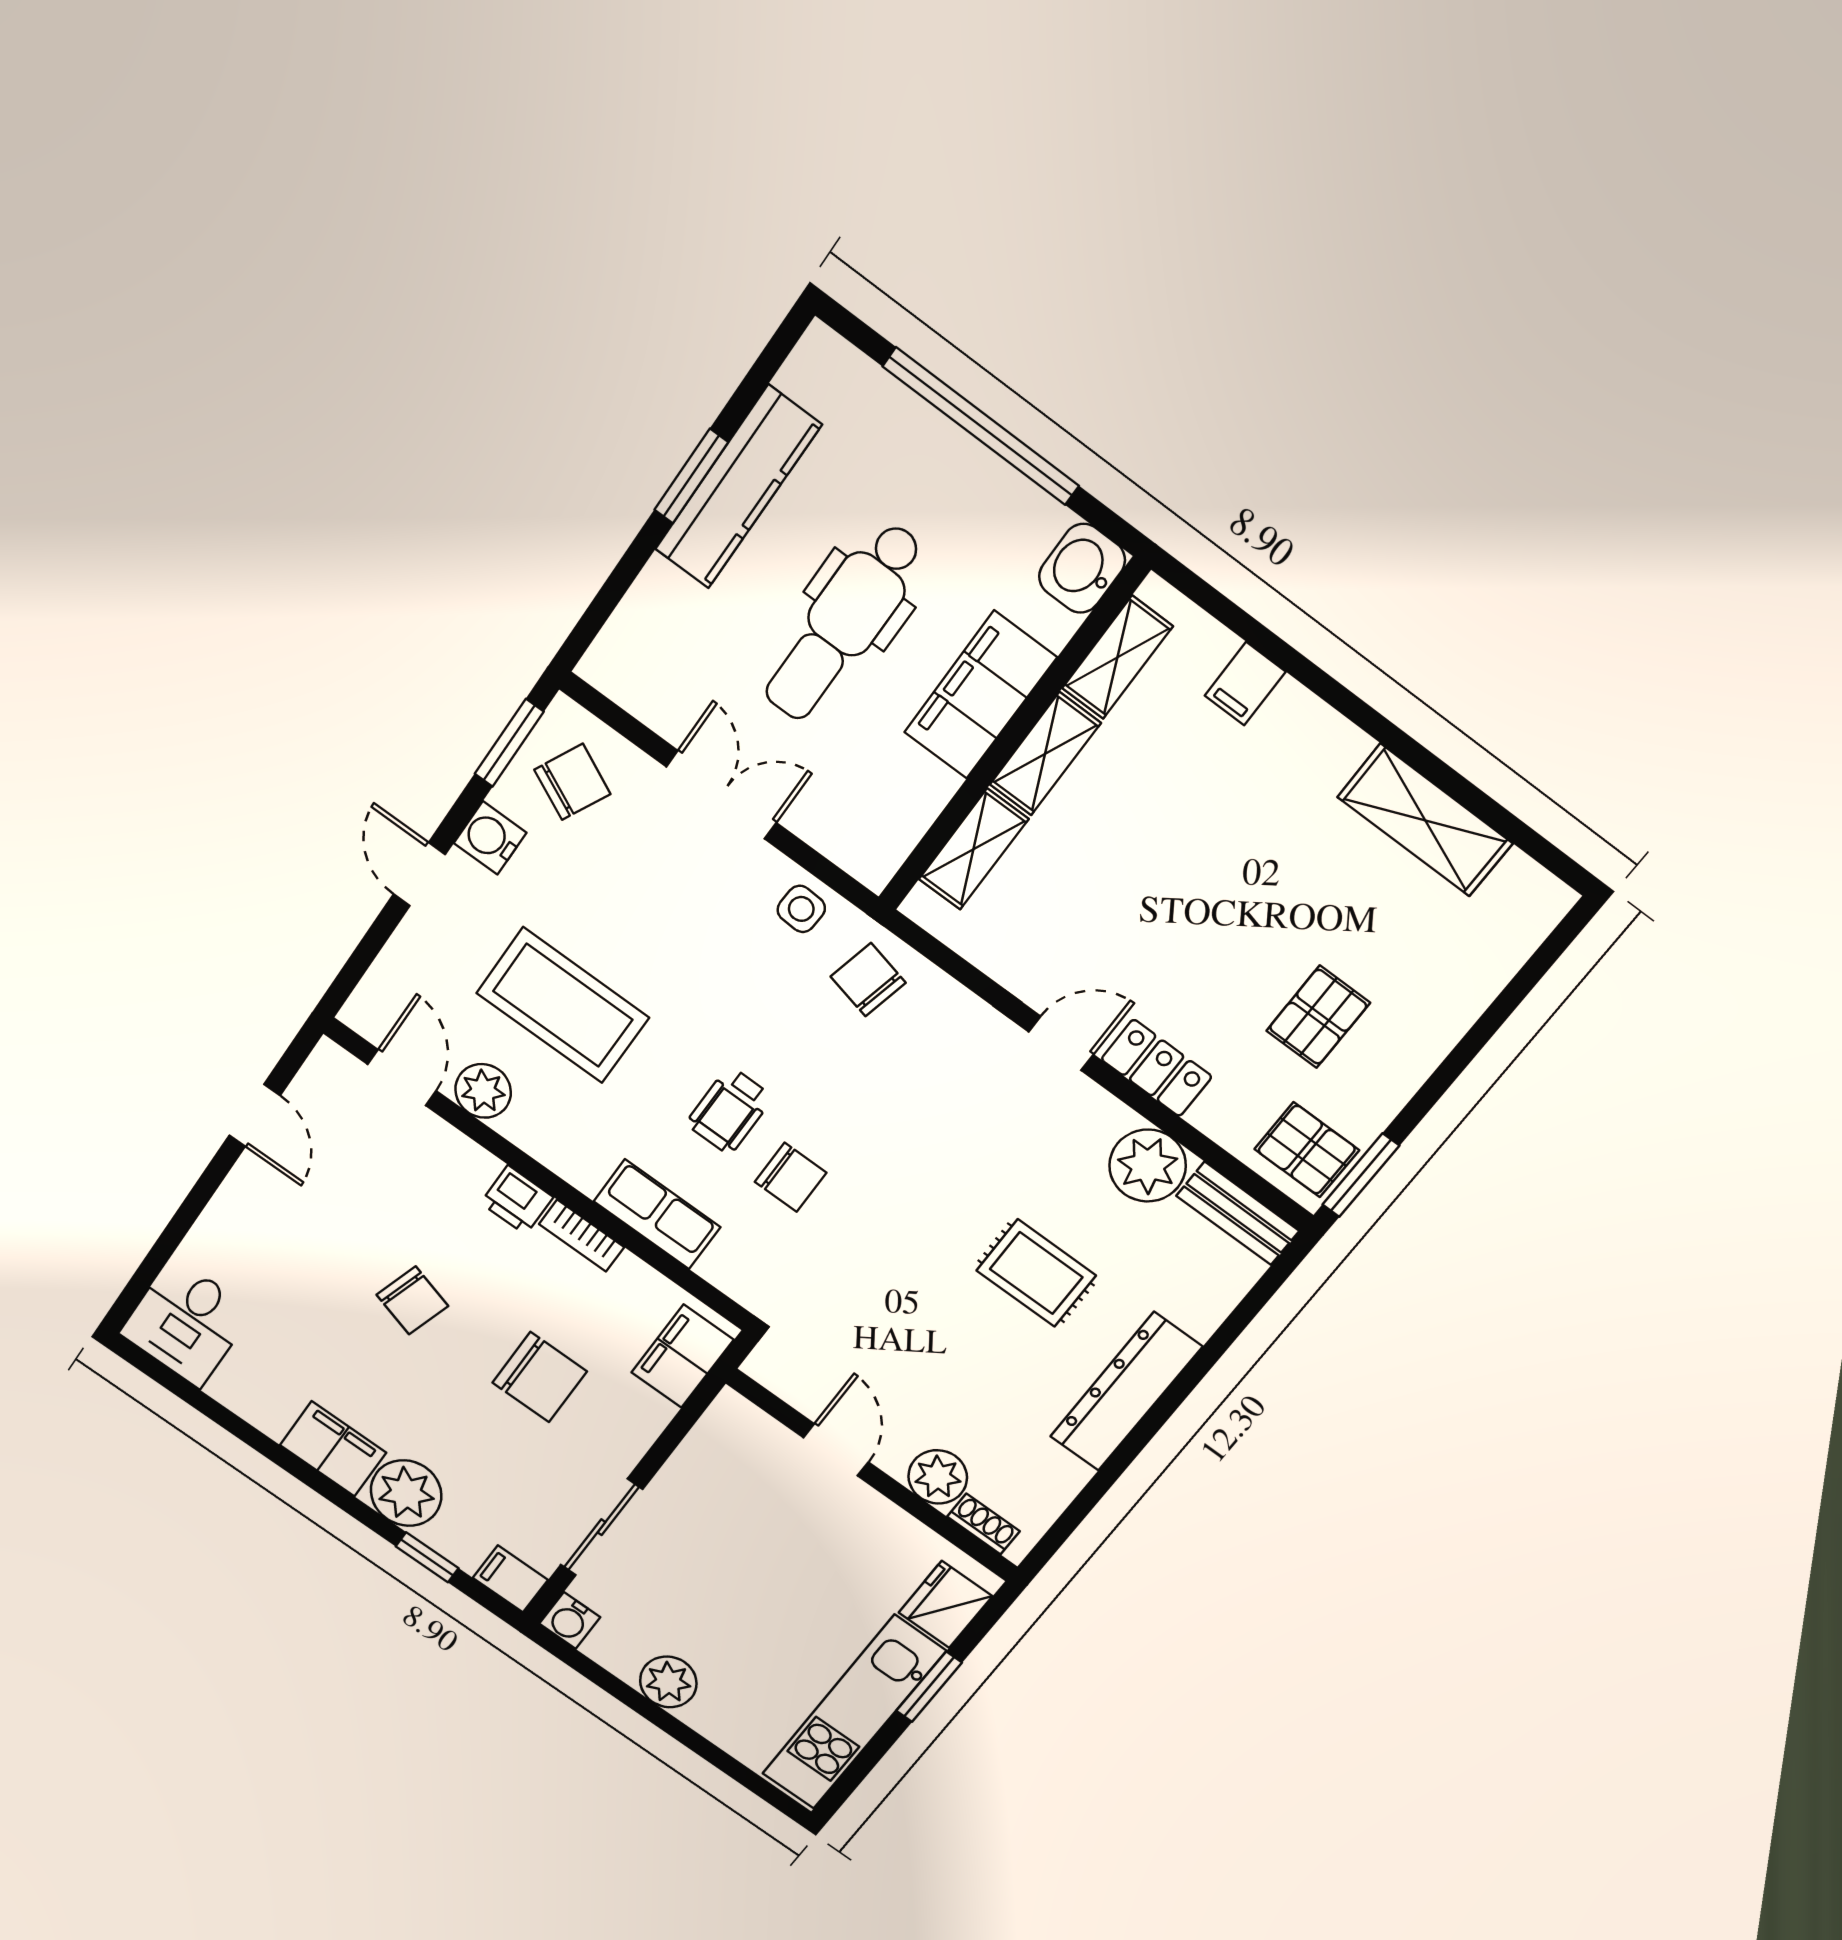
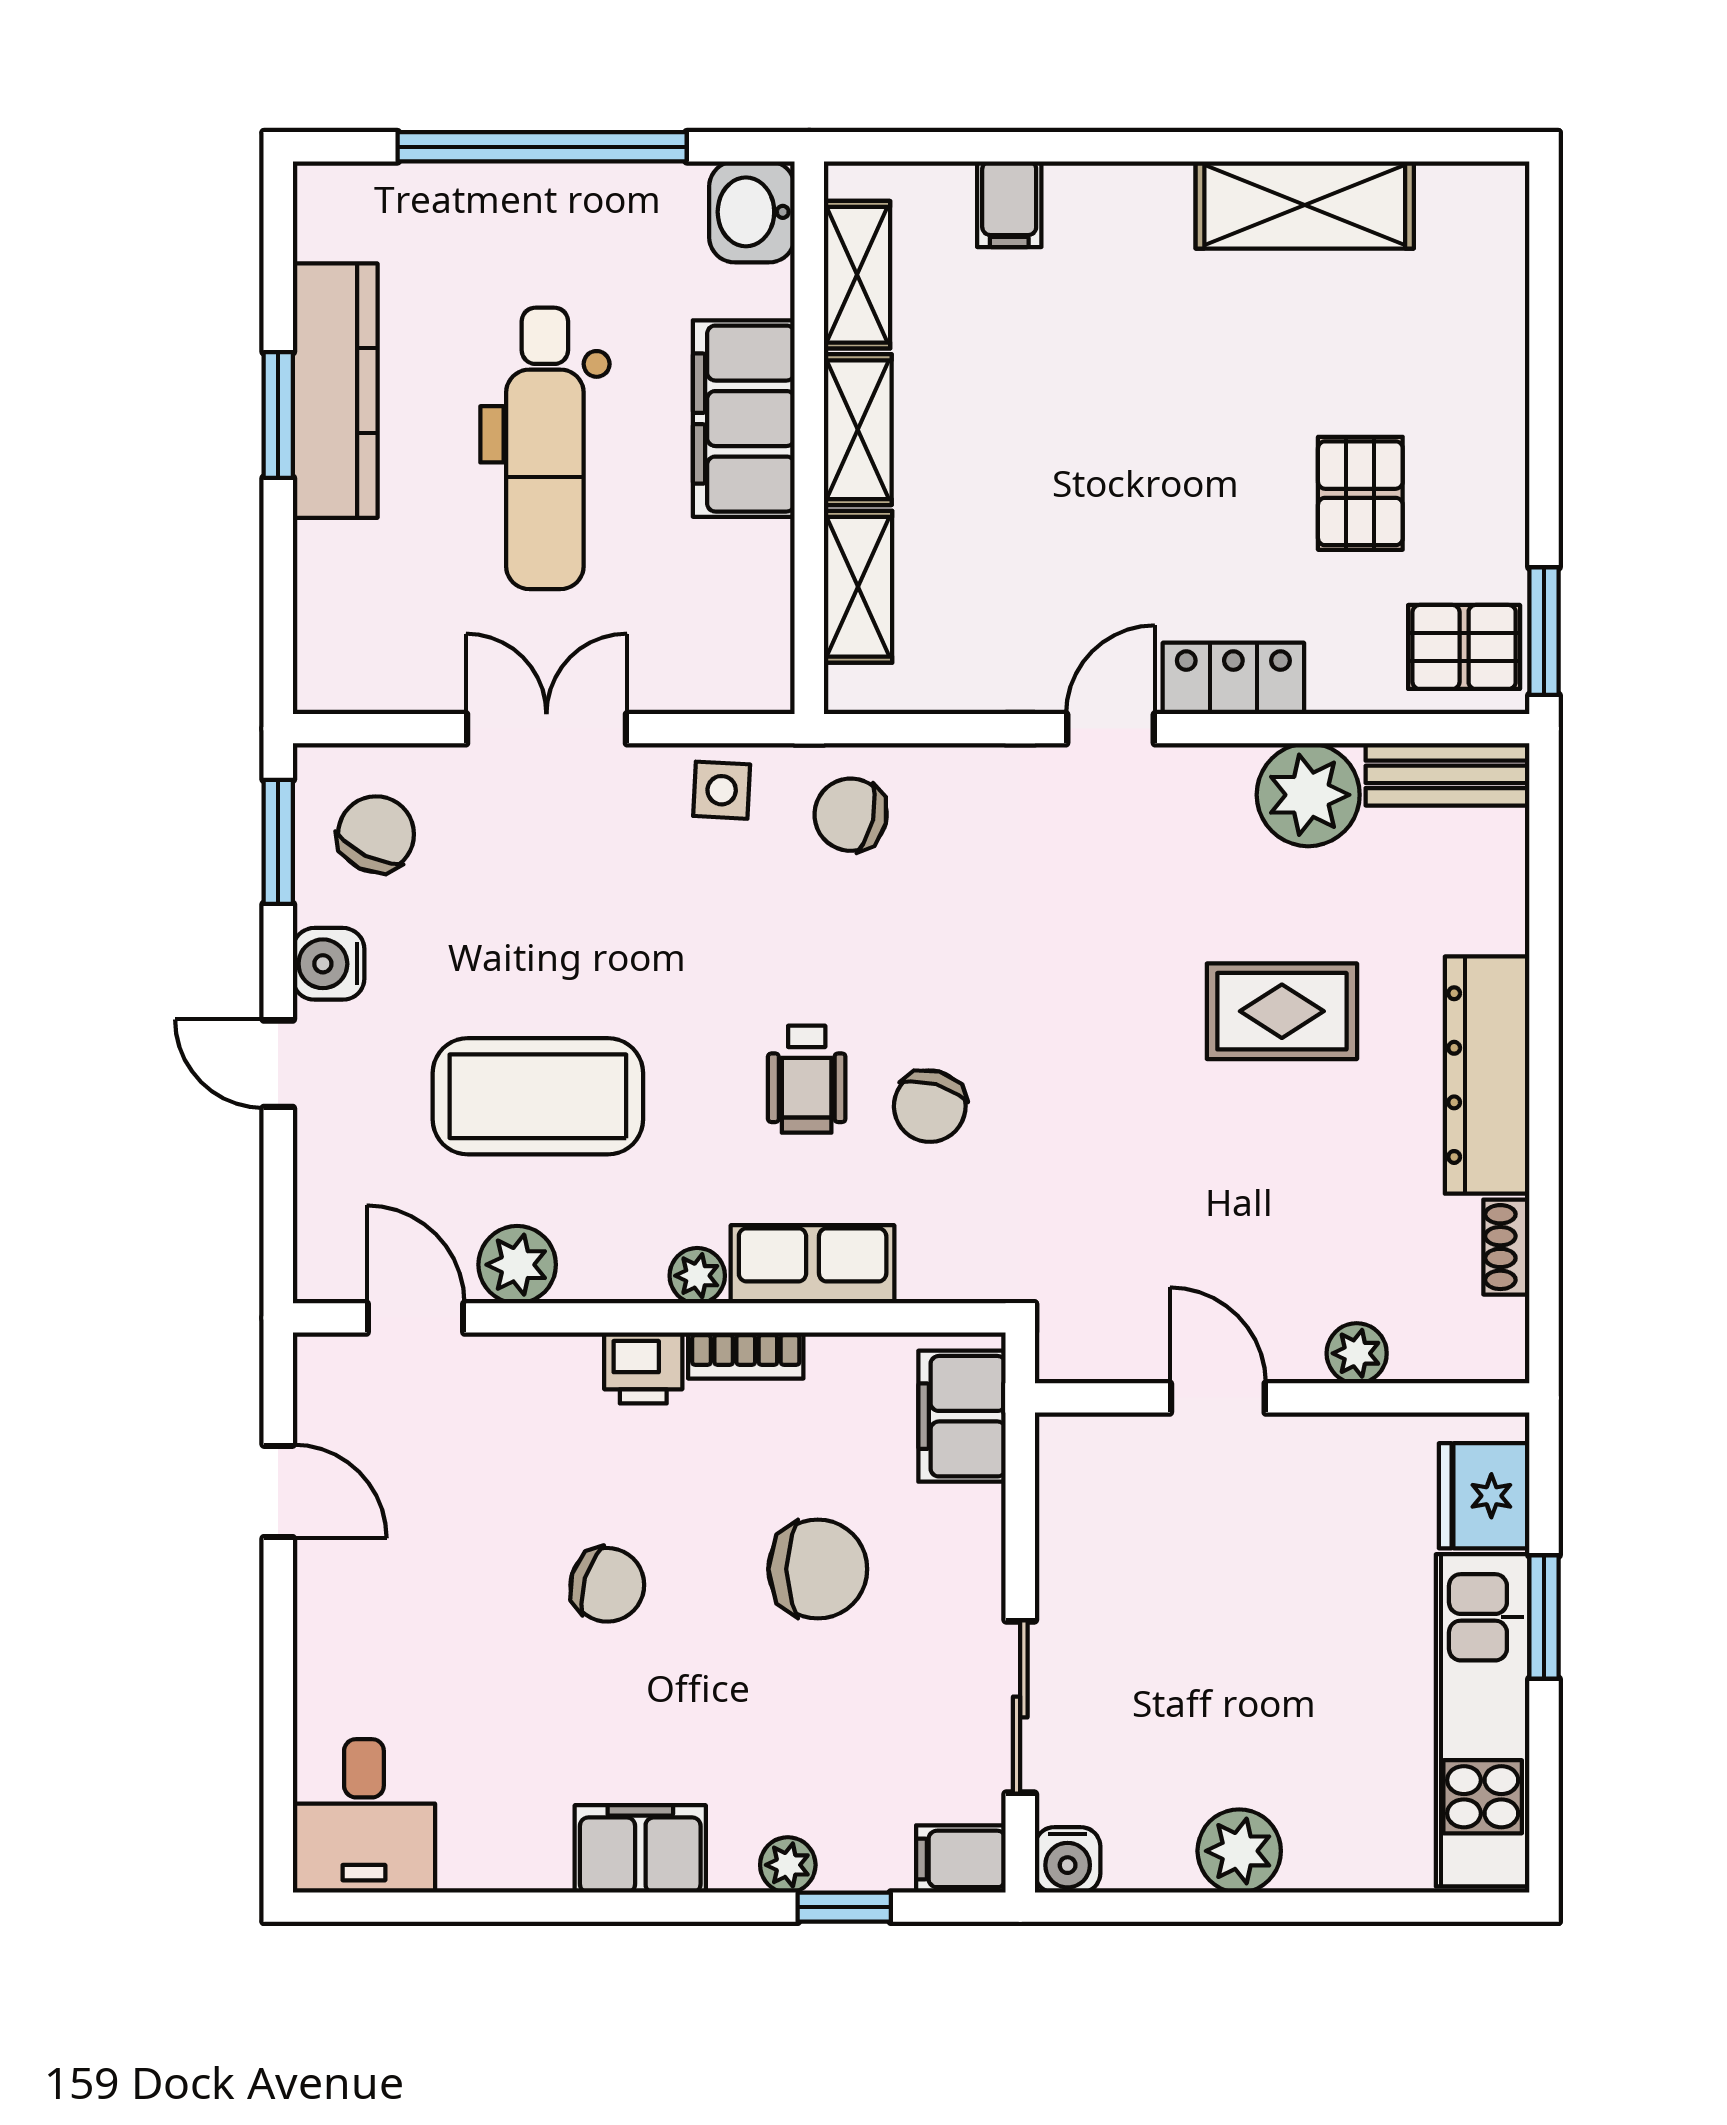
plant: (585, 1172) -> (697, 1276), added
chair: (791, 1177) -> (930, 1106), turned 106
plant: (938, 1477) -> (1357, 1353), width x0.73, depth x0.73
plant: (406, 1493) -> (788, 1865), width x0.53, depth x0.53
shoe rack: (983, 1524) -> (1506, 1247), moved, turned -90

